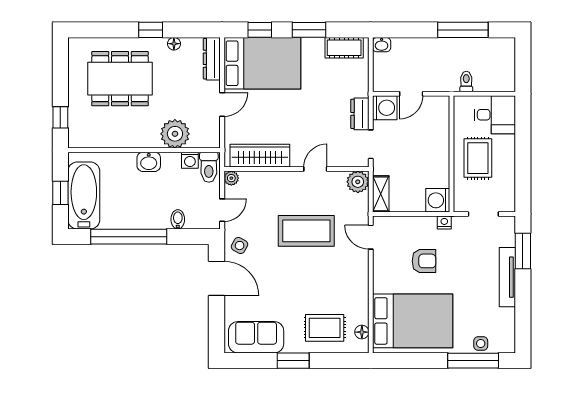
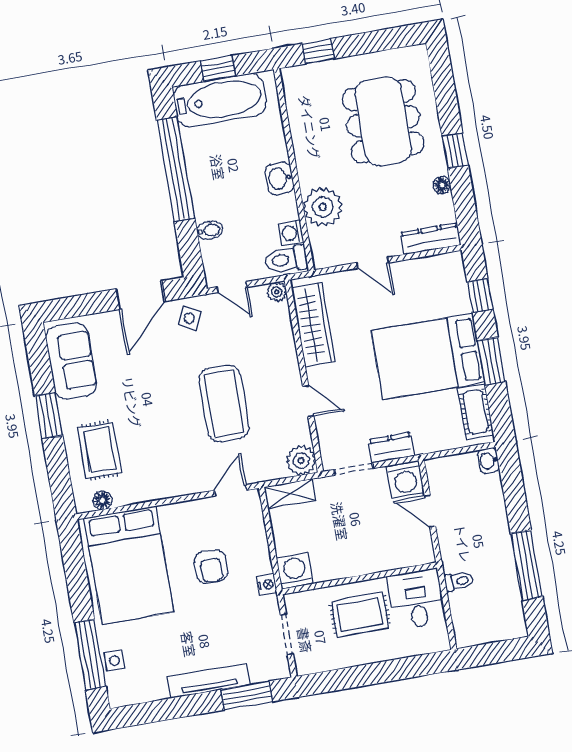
bed: (262, 63) -> (428, 357), moved, turned 90
desk: (495, 115) -> (417, 599), moved, turned 180

